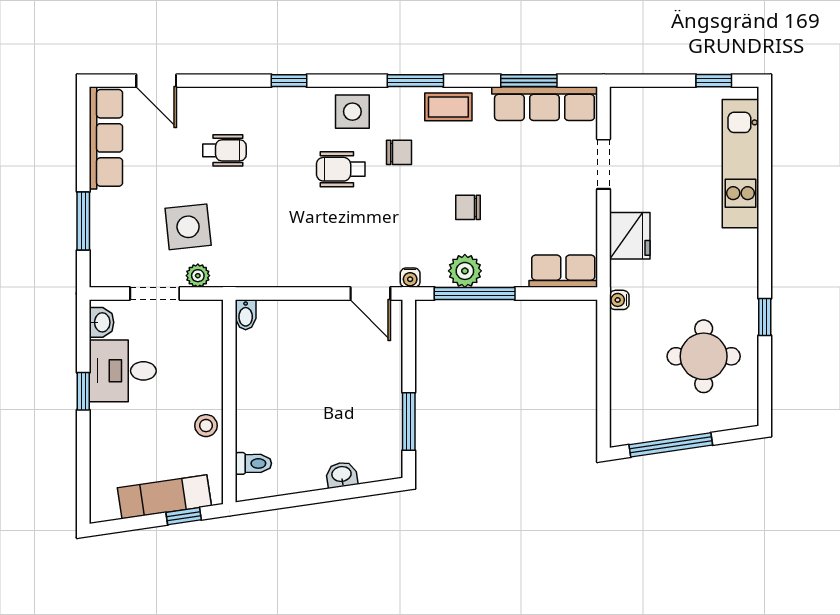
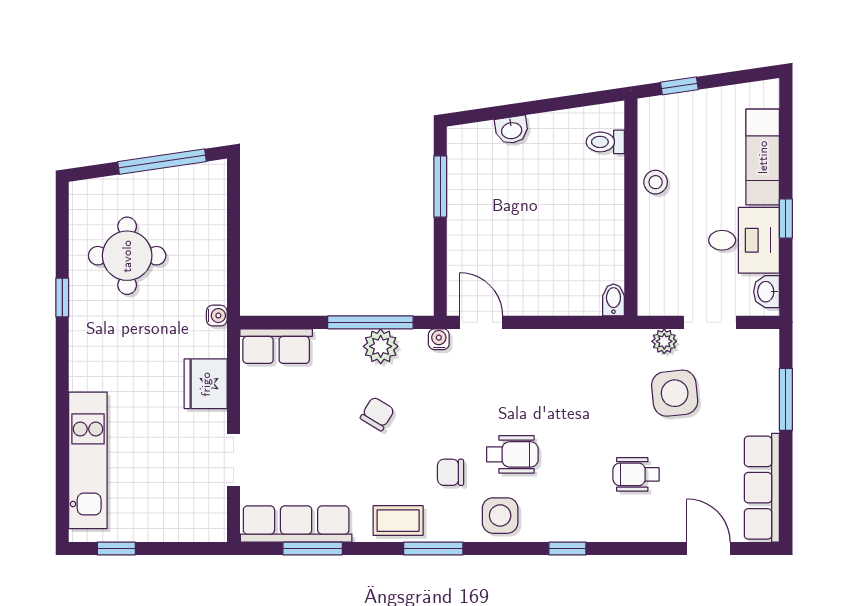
chair: (468, 207) -> (377, 414), turned -59
exam couch: (164, 497) -> (763, 157), moved, turned 98

